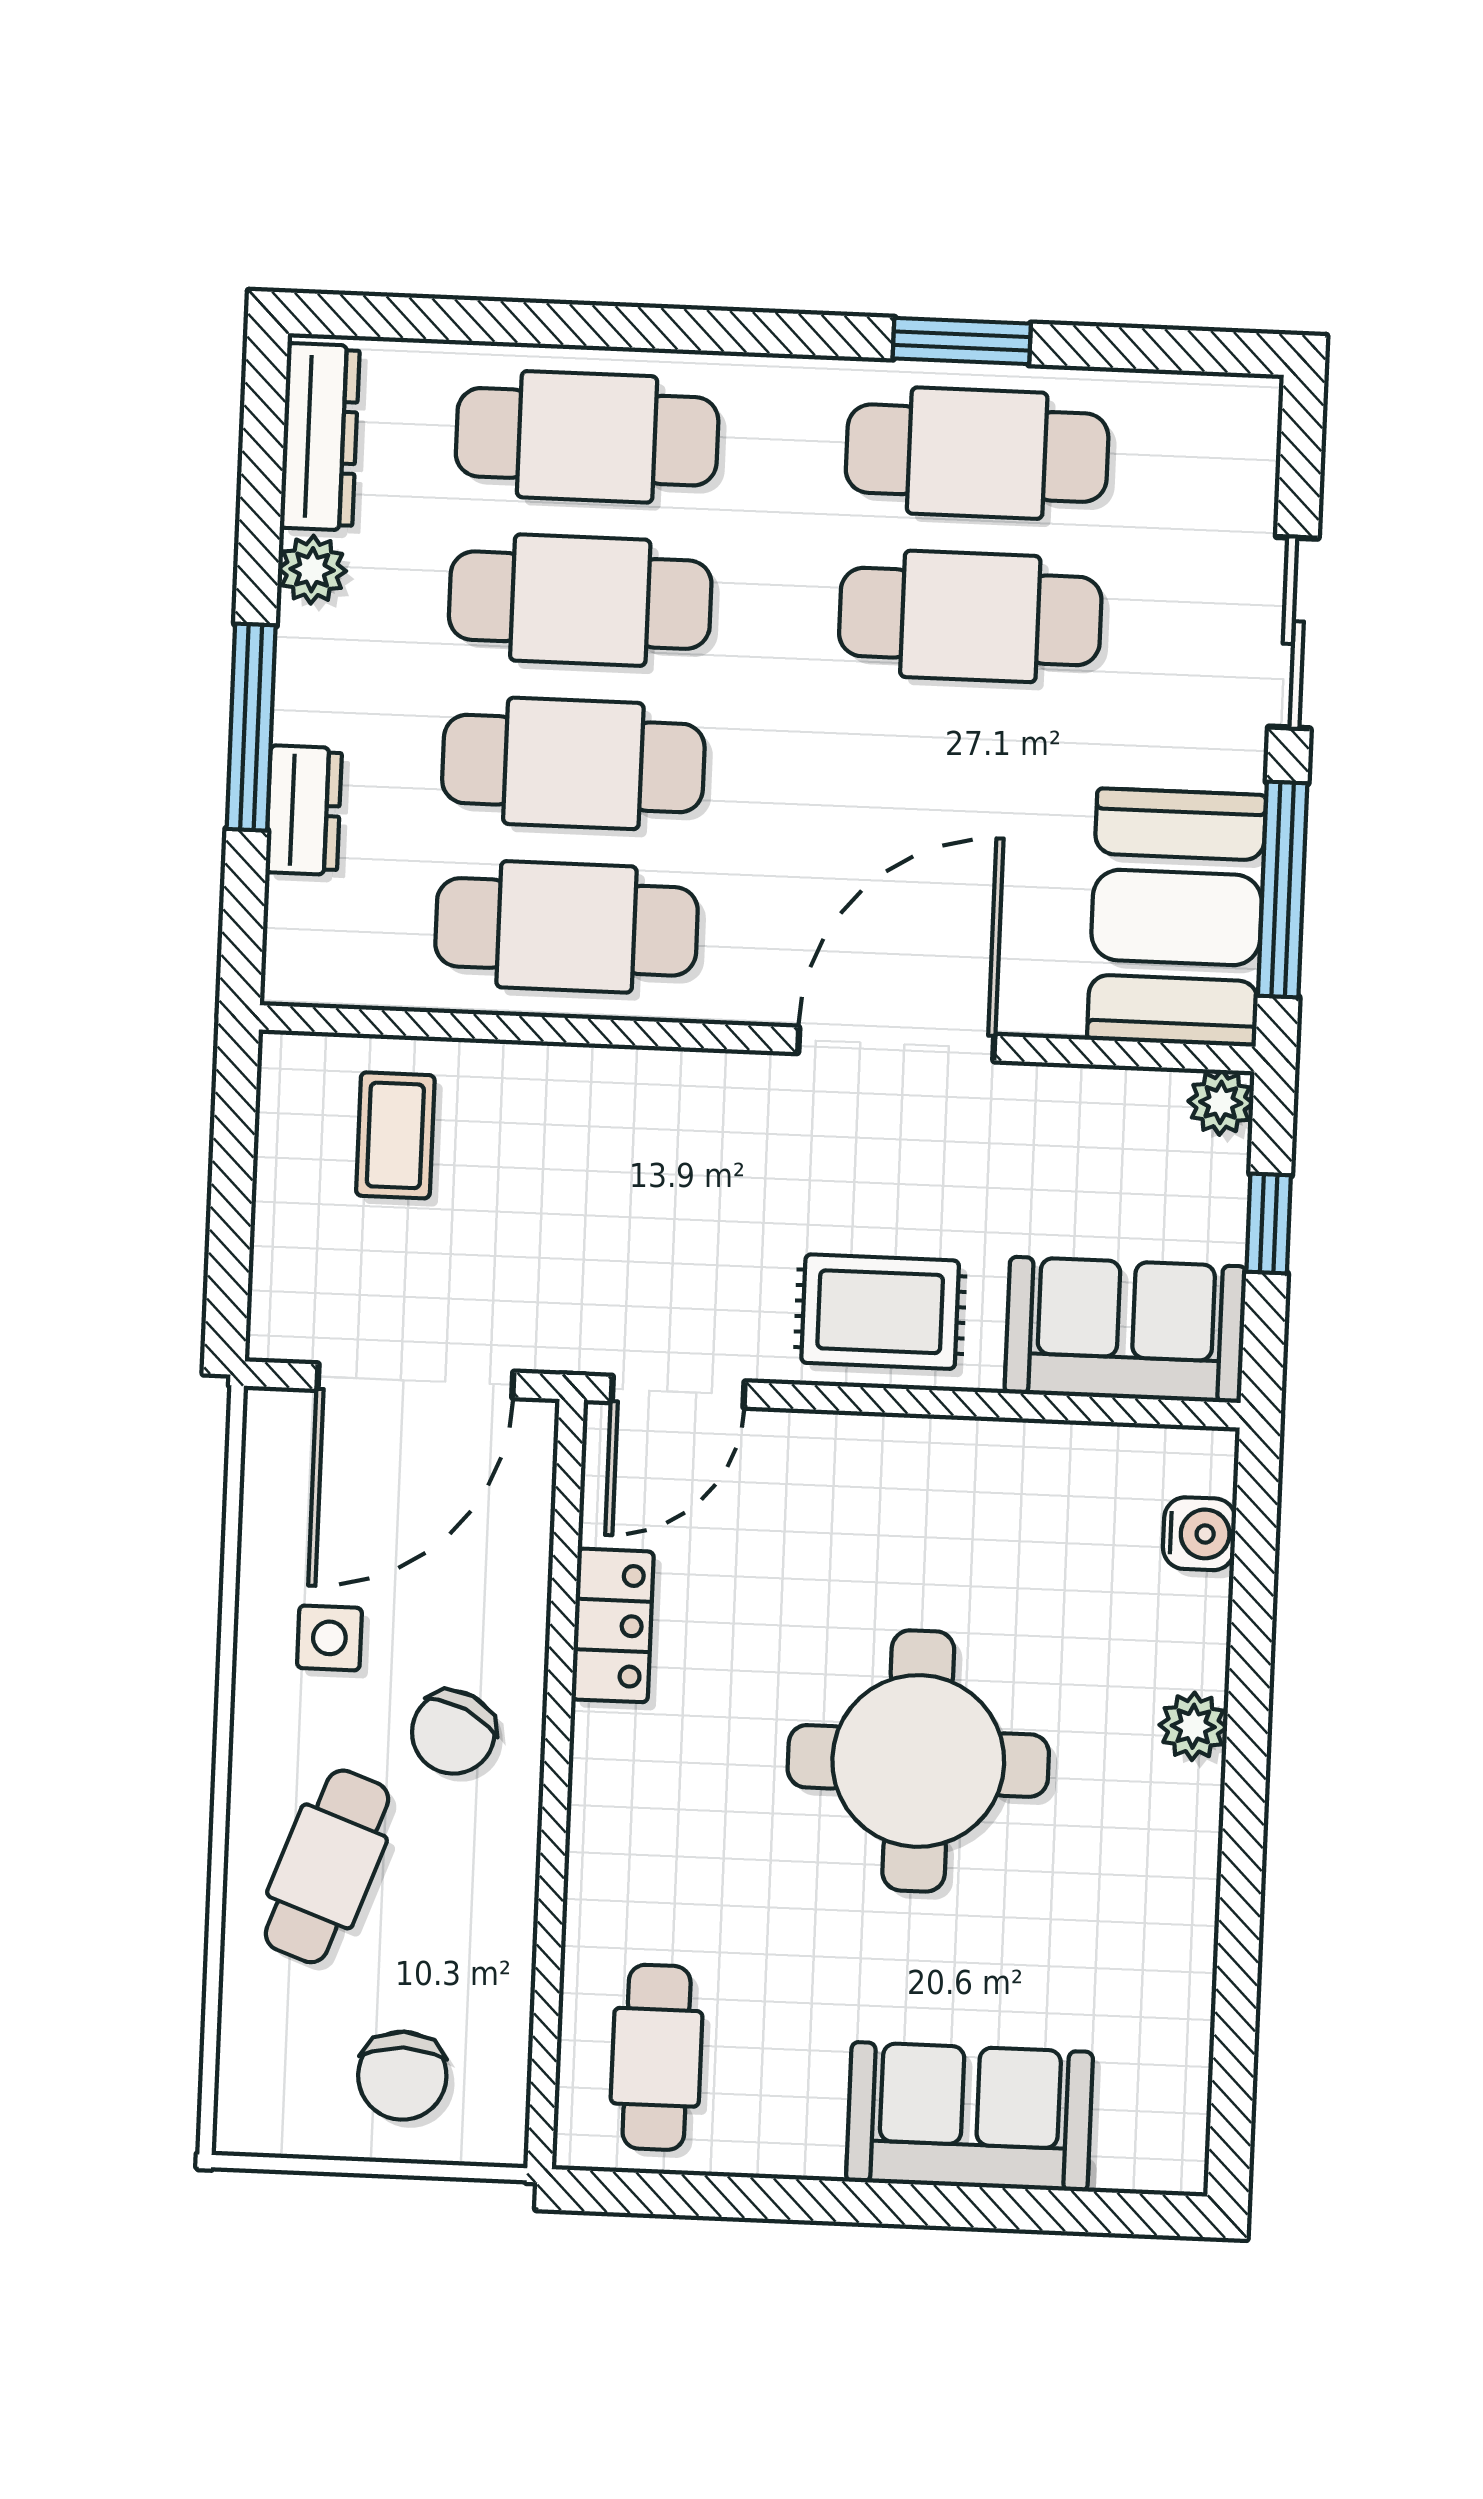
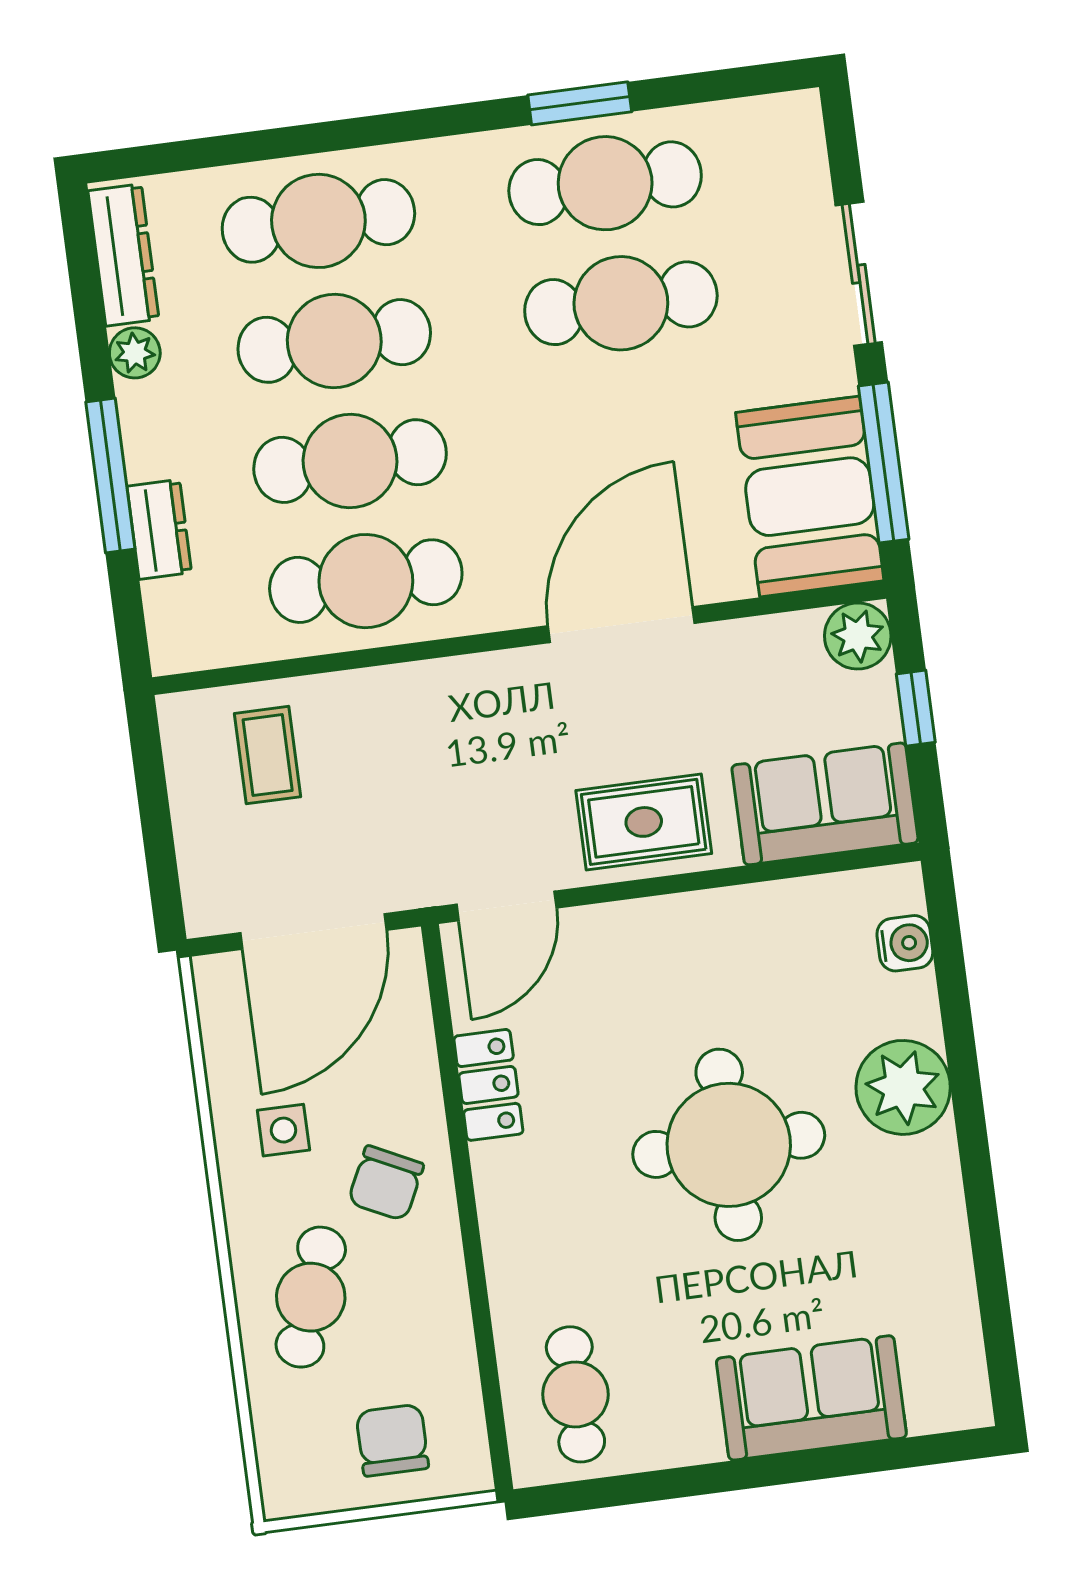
plant: (1221, 1102) -> (858, 636), width x1.38, depth x1.38
plant: (1193, 1726) -> (903, 1087), width x1.88, depth x1.88
chair: (402, 2076) -> (392, 1440), turned 180

